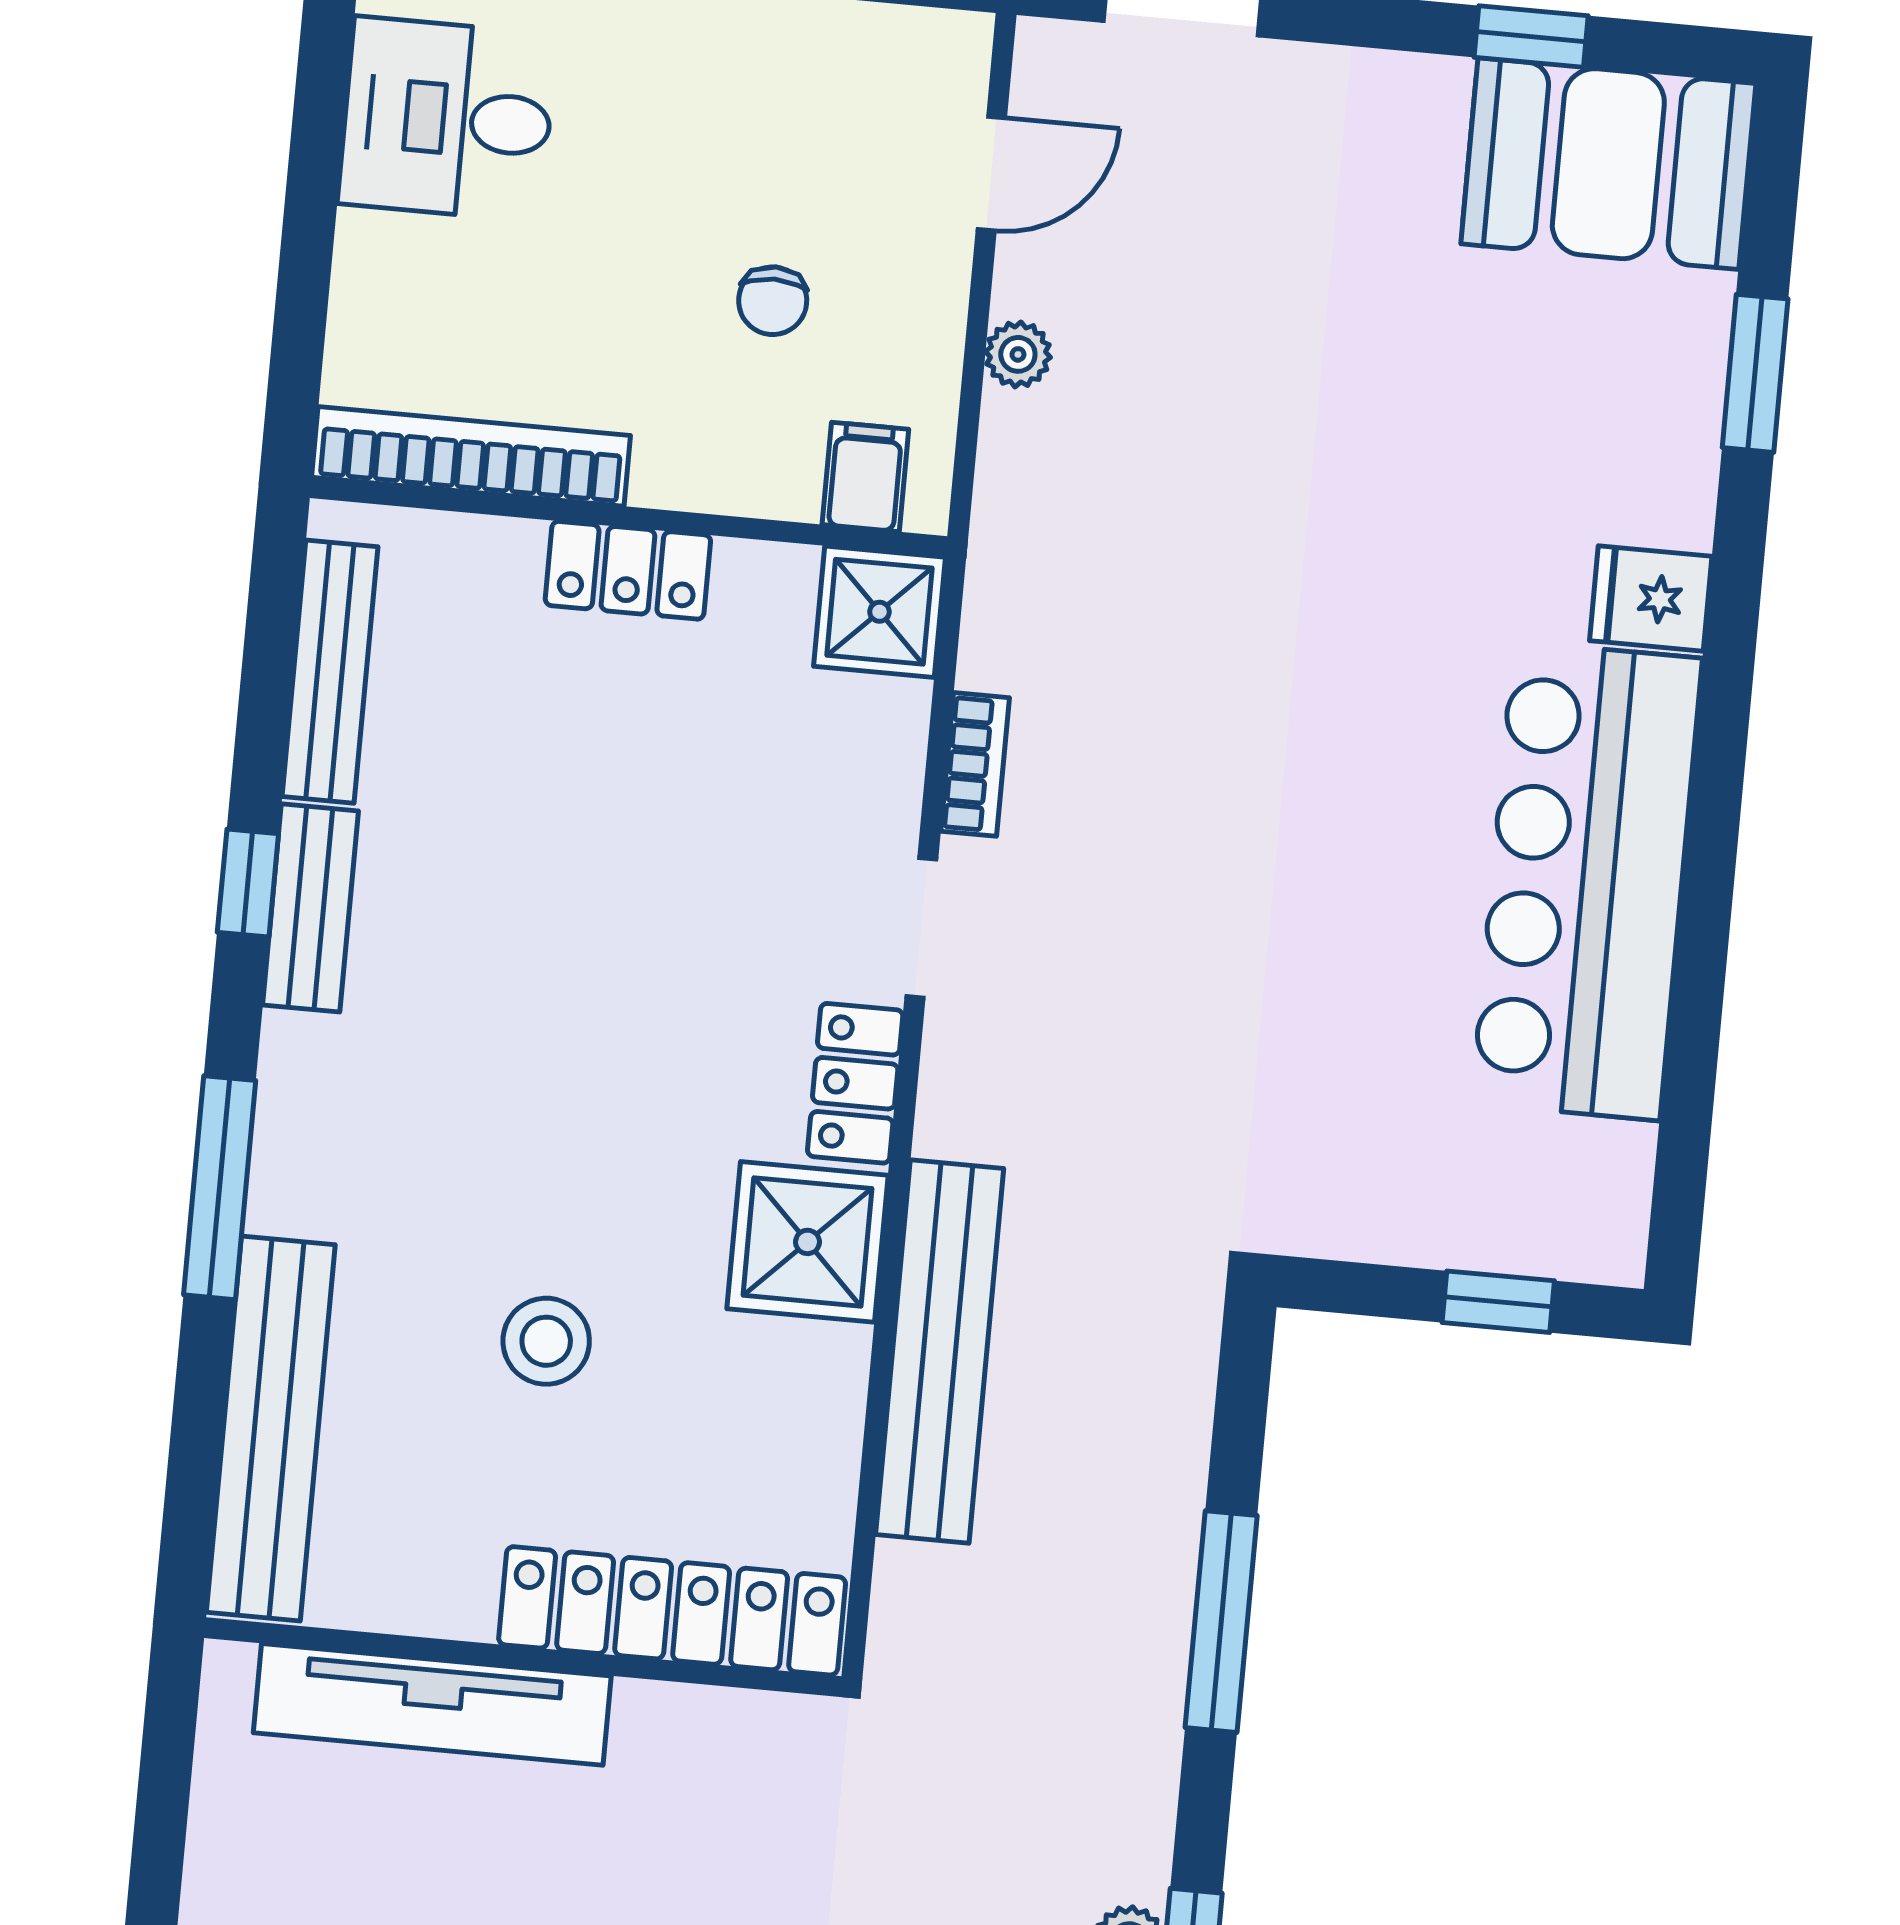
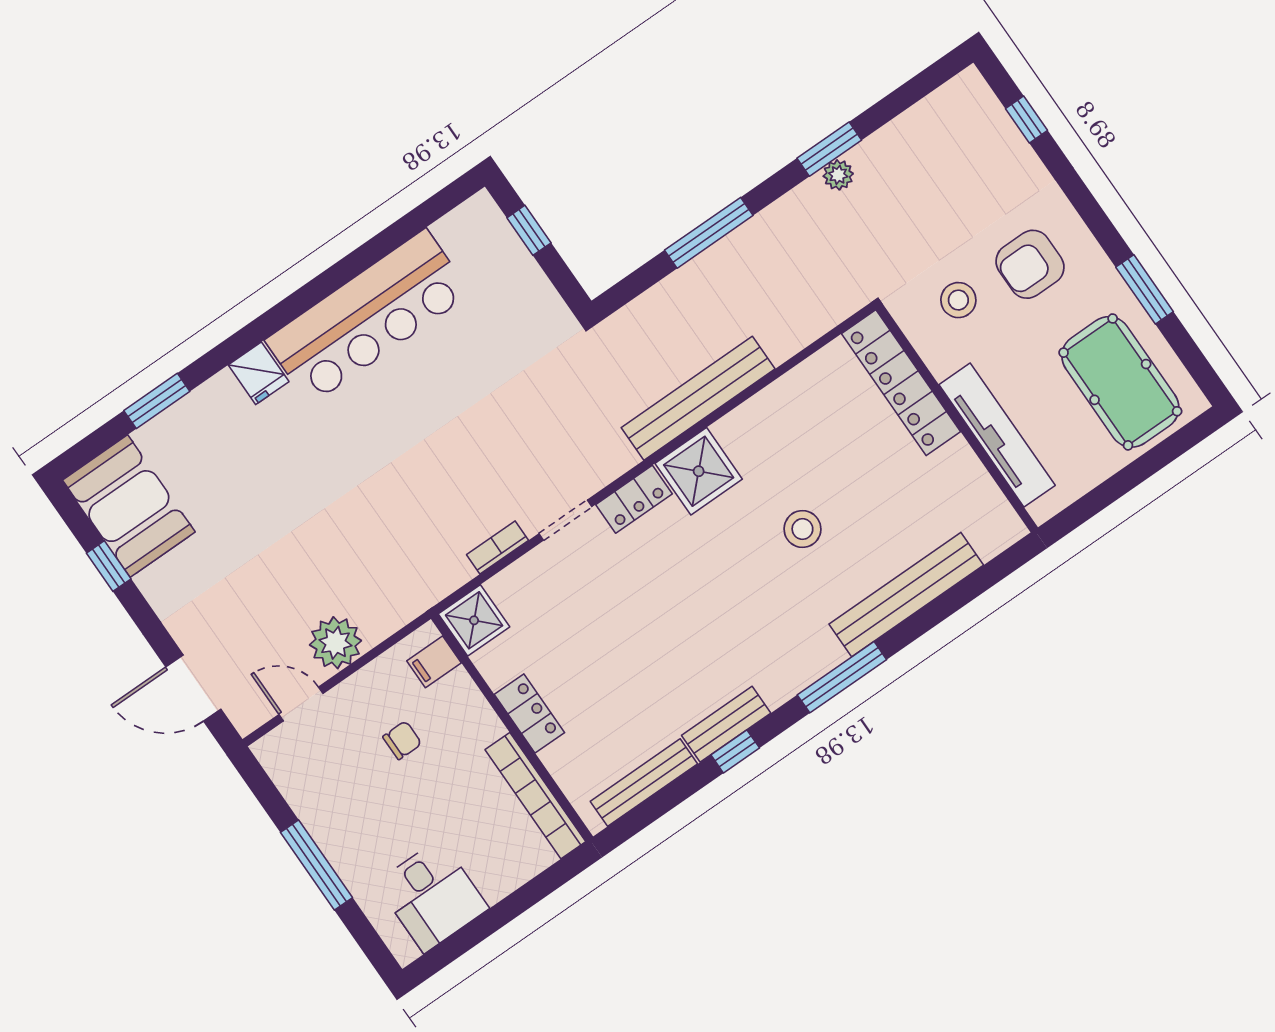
plant: (1018, 354) -> (336, 643), width x1.87, depth x1.87
locker: (672, 1611) -> (901, 383), moved
wall: (523, 1657) -> (957, 419), moved
tv unit: (432, 1704) -> (997, 435), moved

